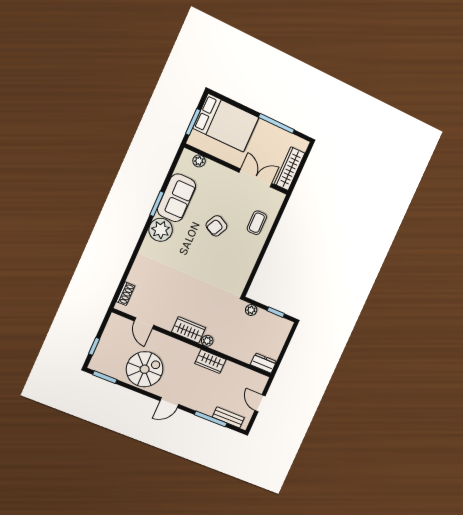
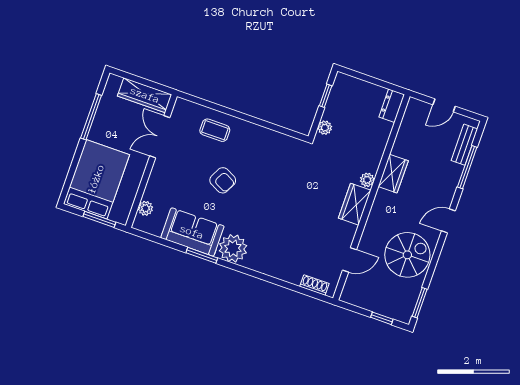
spiral stairs: (145, 369) -> (407, 255), turned 90
door: (169, 403) -> (448, 221), swing flipped

